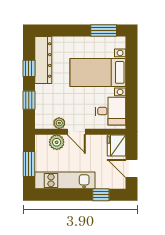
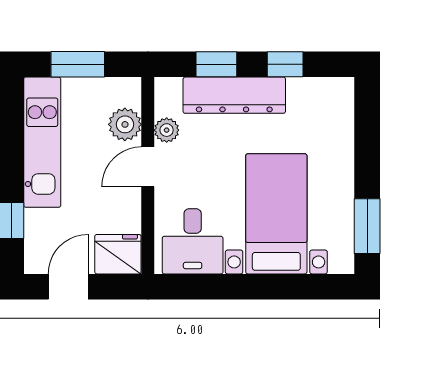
dresser: (43, 60) -> (234, 95), moved

